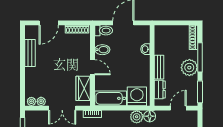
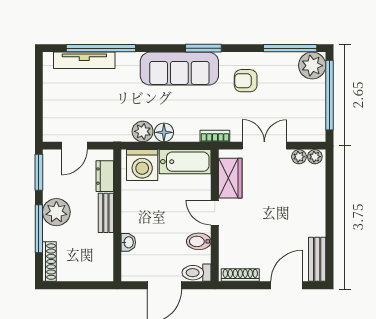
bench: (30, 53) -> (317, 259), moved
floor lamp: (150, 116) -> (164, 132), moved

